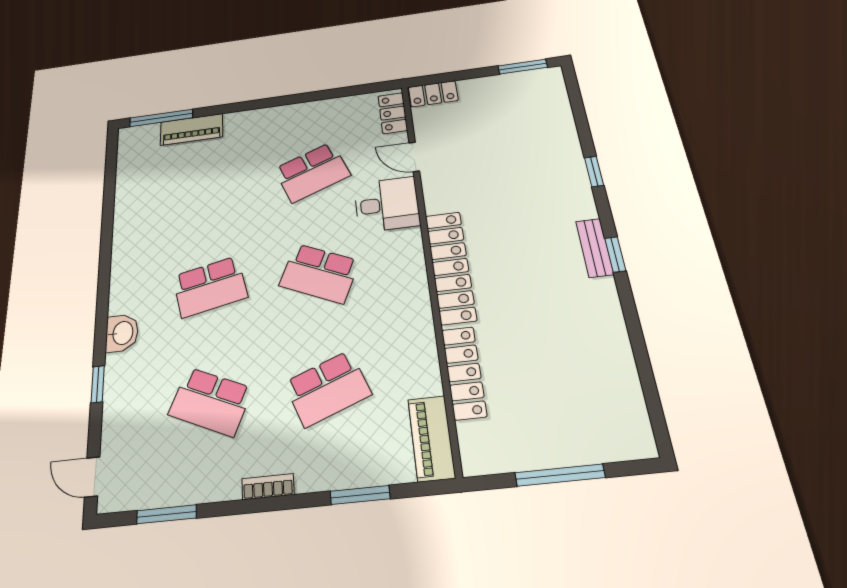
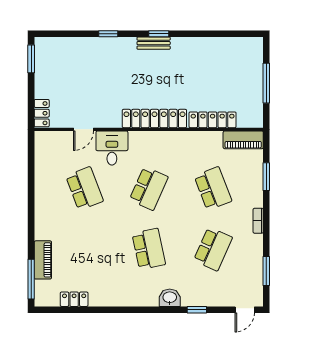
locker: (393, 113) -> (74, 299), moved, turned 180

